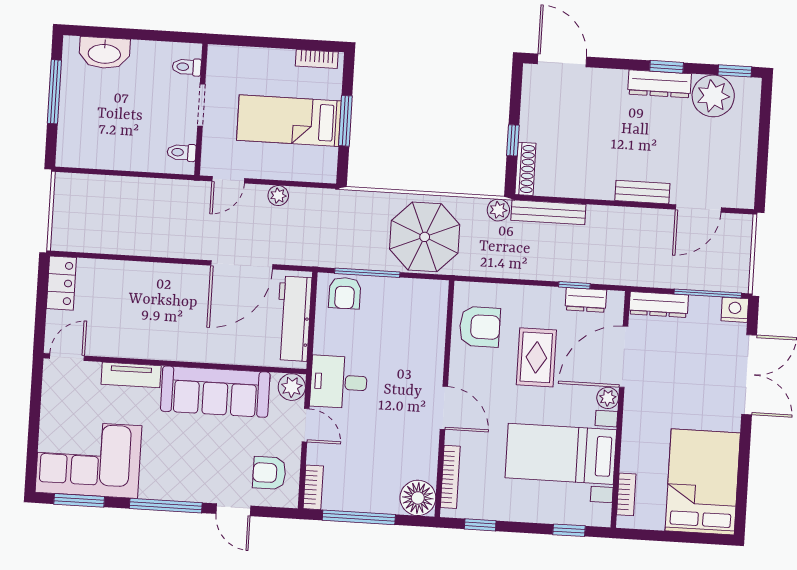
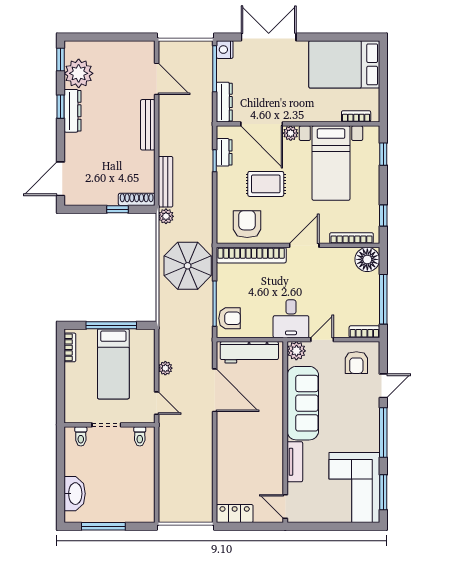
window: (345, 121) -> (111, 325), width x1.44
bench: (642, 192) -> (148, 125), width x1.36
bookcase: (434, 330) -> (251, 255), added

